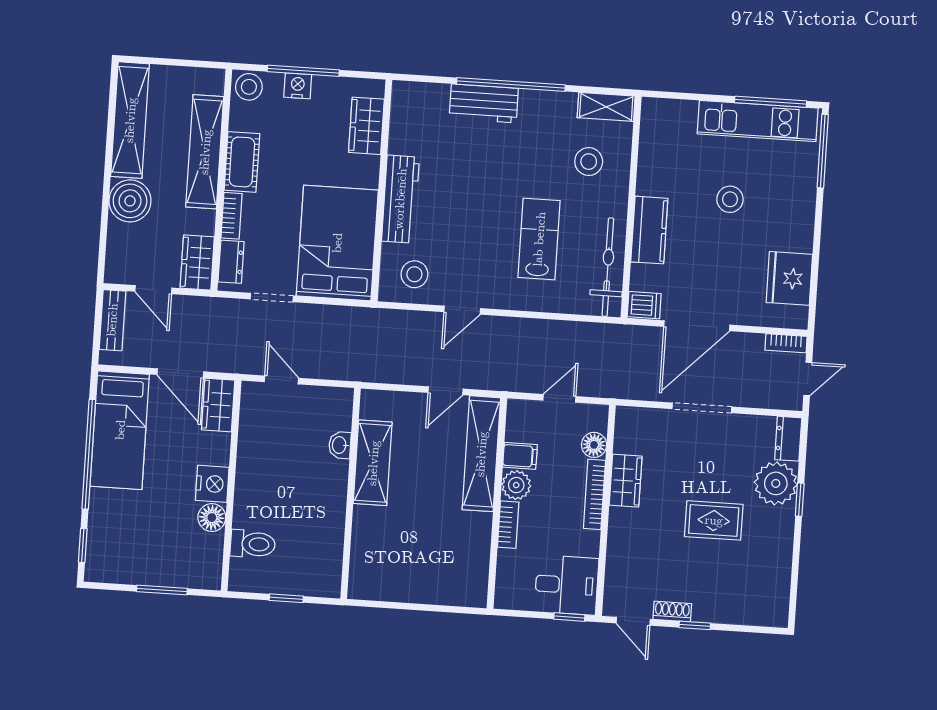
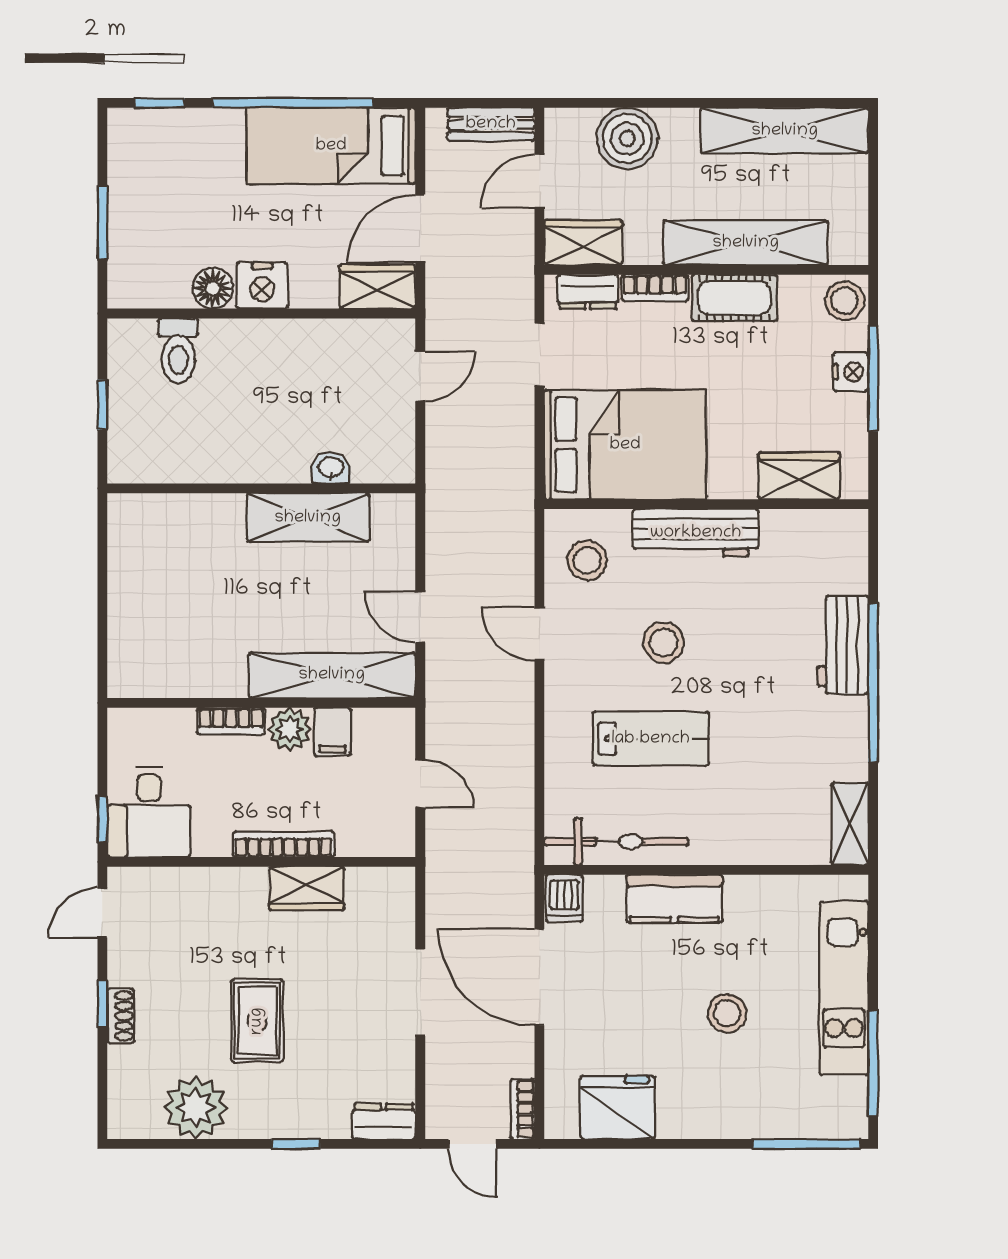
kitchen unit: (758, 121) -> (844, 988), moved
stool: (589, 162) -> (664, 643), moved
boiler: (130, 201) -> (627, 138), moved
floor lamp: (594, 445) -> (356, 839), removed
plant: (776, 483) -> (196, 1108), moved
shoe rack: (672, 611) -> (120, 1016), moved

